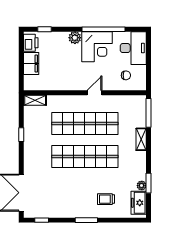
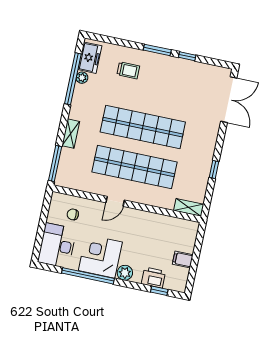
printer: (31, 43) -> (153, 278), moved, turned 90
filing cabinet: (31, 64) -> (183, 259), width x0.50
window: (149, 183) -> (73, 79), width x2.11
window: (42, 220) -> (187, 56), moved

